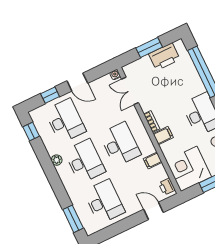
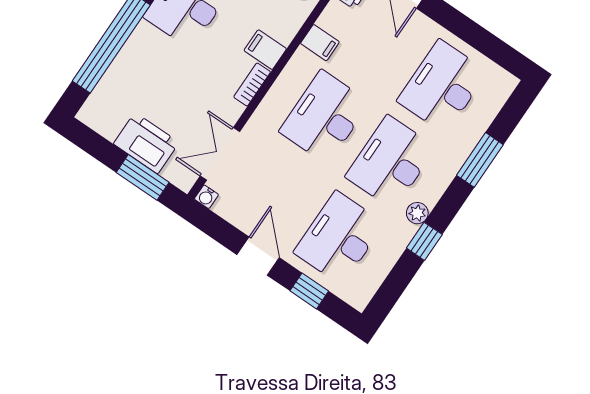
window: (149, 48) -> (143, 177), moved
printer: (164, 57) -> (146, 143), moved
double door: (130, 91) -> (220, 154), swing flipped
window: (31, 131) -> (424, 241), moved
window: (73, 219) -> (480, 160), moved

